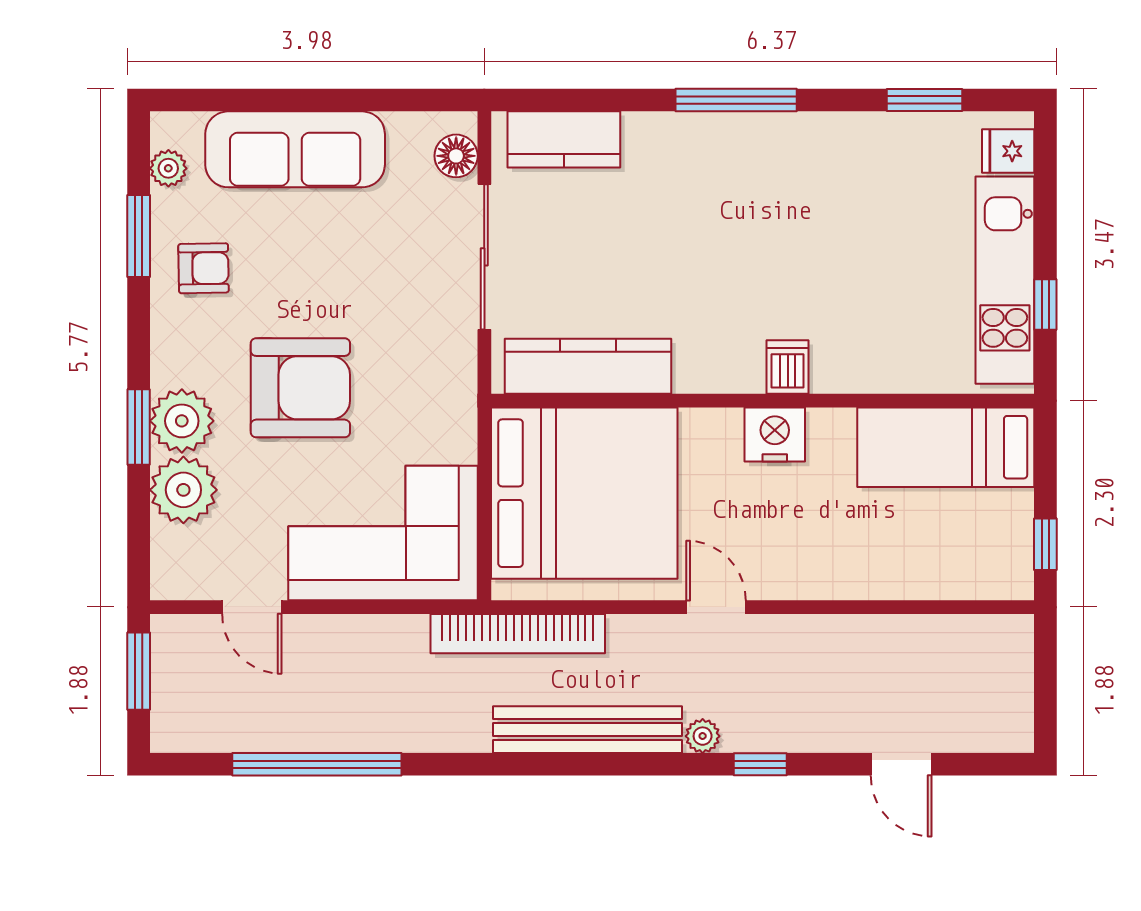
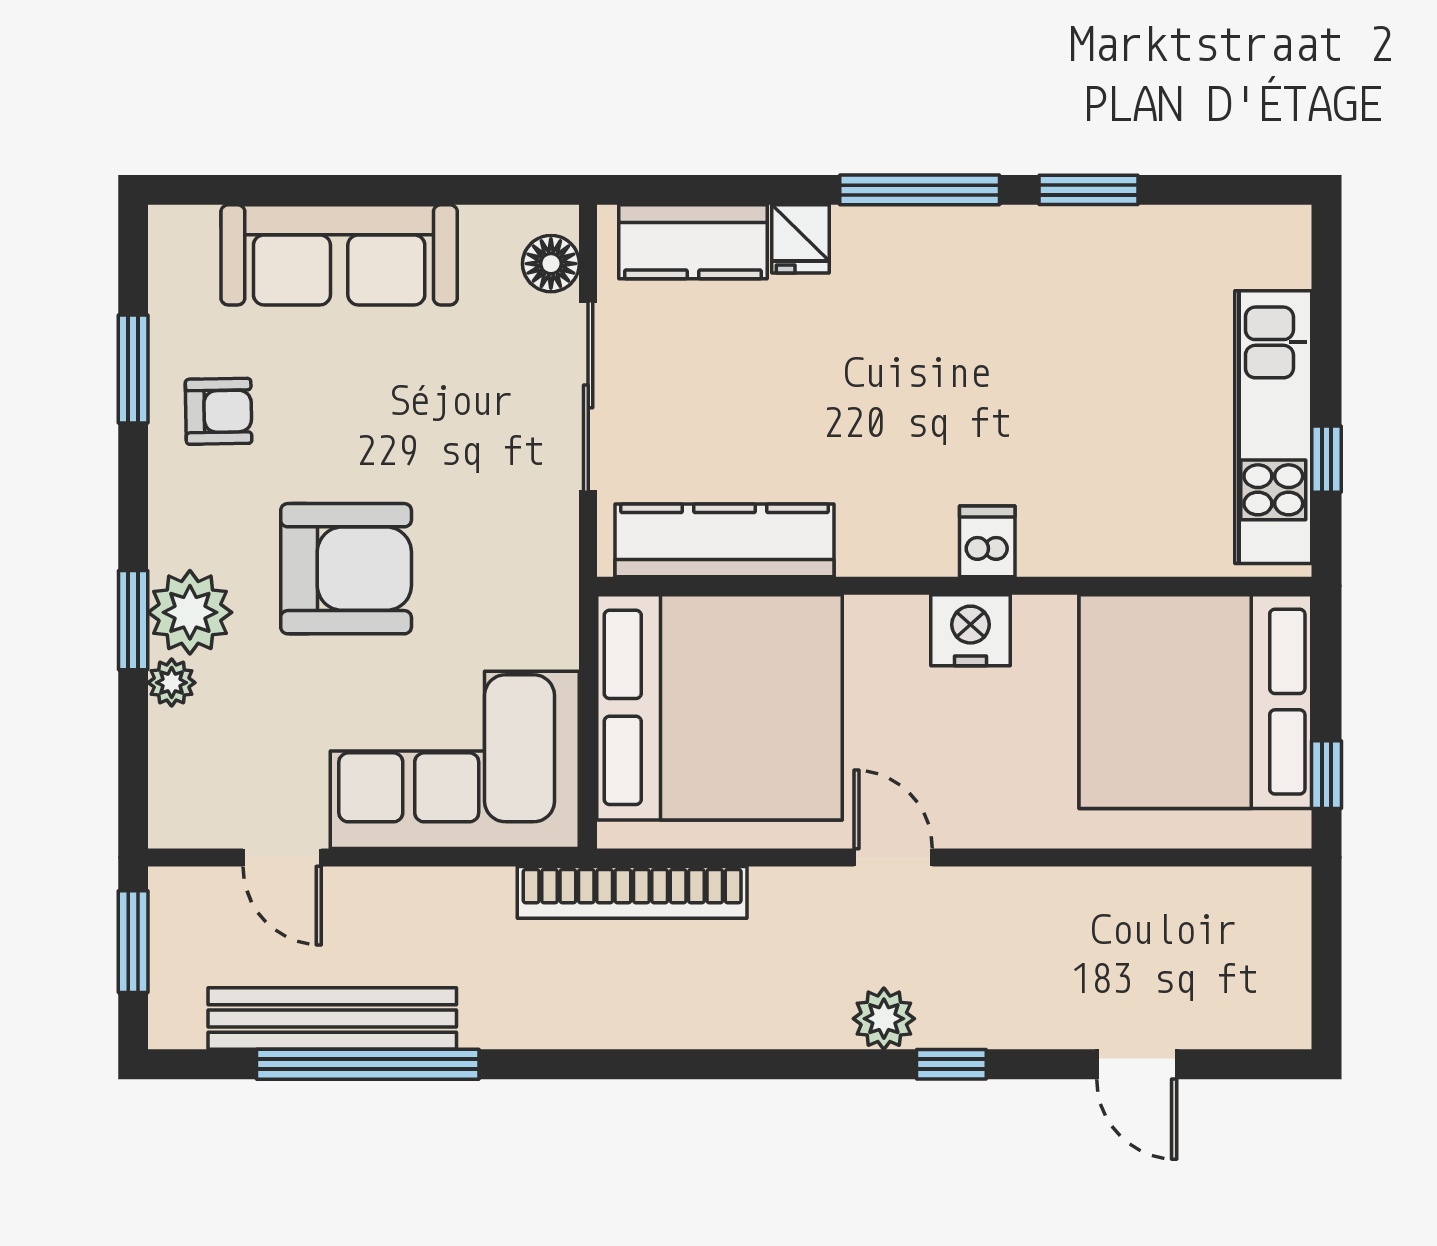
window: (925, 100) -> (1088, 190), moved
fridge: (1008, 151) -> (801, 239), moved, turned -90
plant: (168, 168) -> (172, 280), removed
bed: (946, 447) -> (1195, 702), width x2.04
plant: (183, 490) -> (172, 683), width x0.53, depth x0.53
bench: (588, 730) -> (332, 1019), moved
plant: (703, 736) -> (884, 1019), width x1.38, depth x1.38

